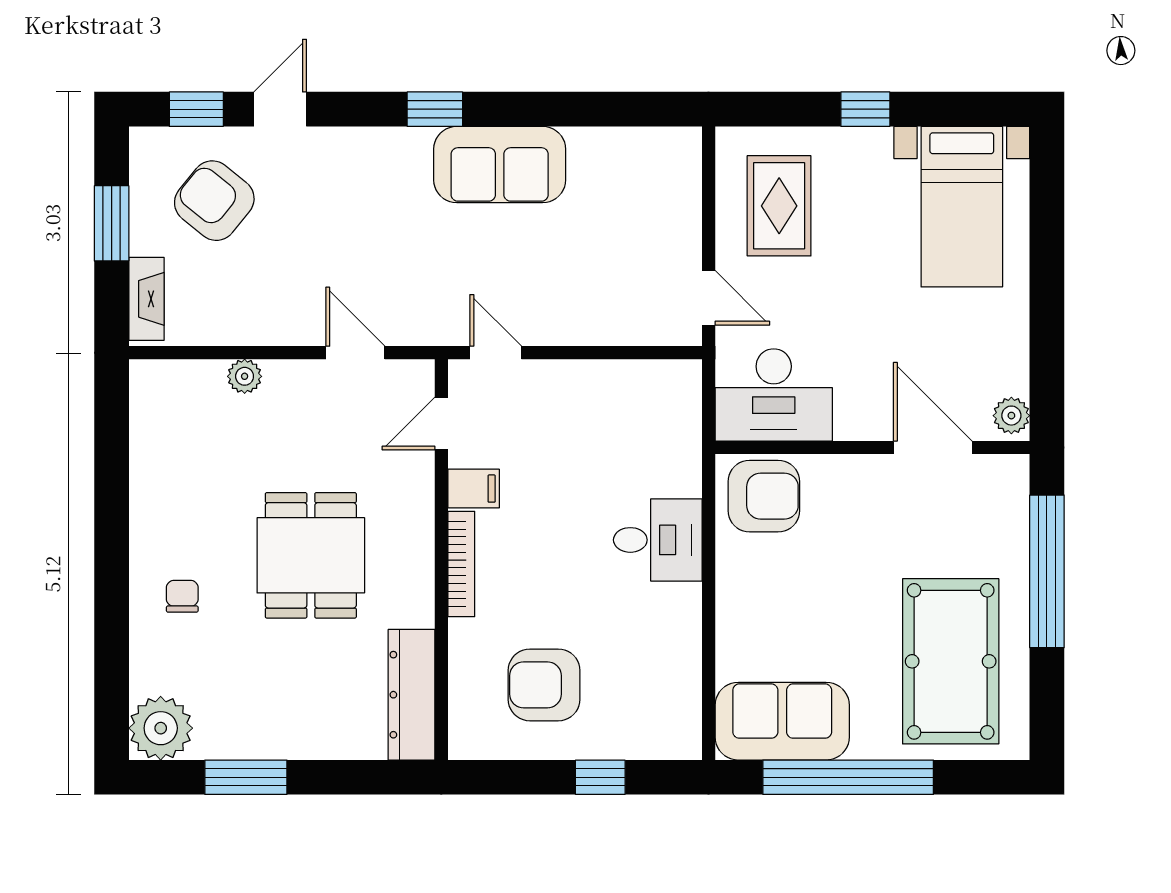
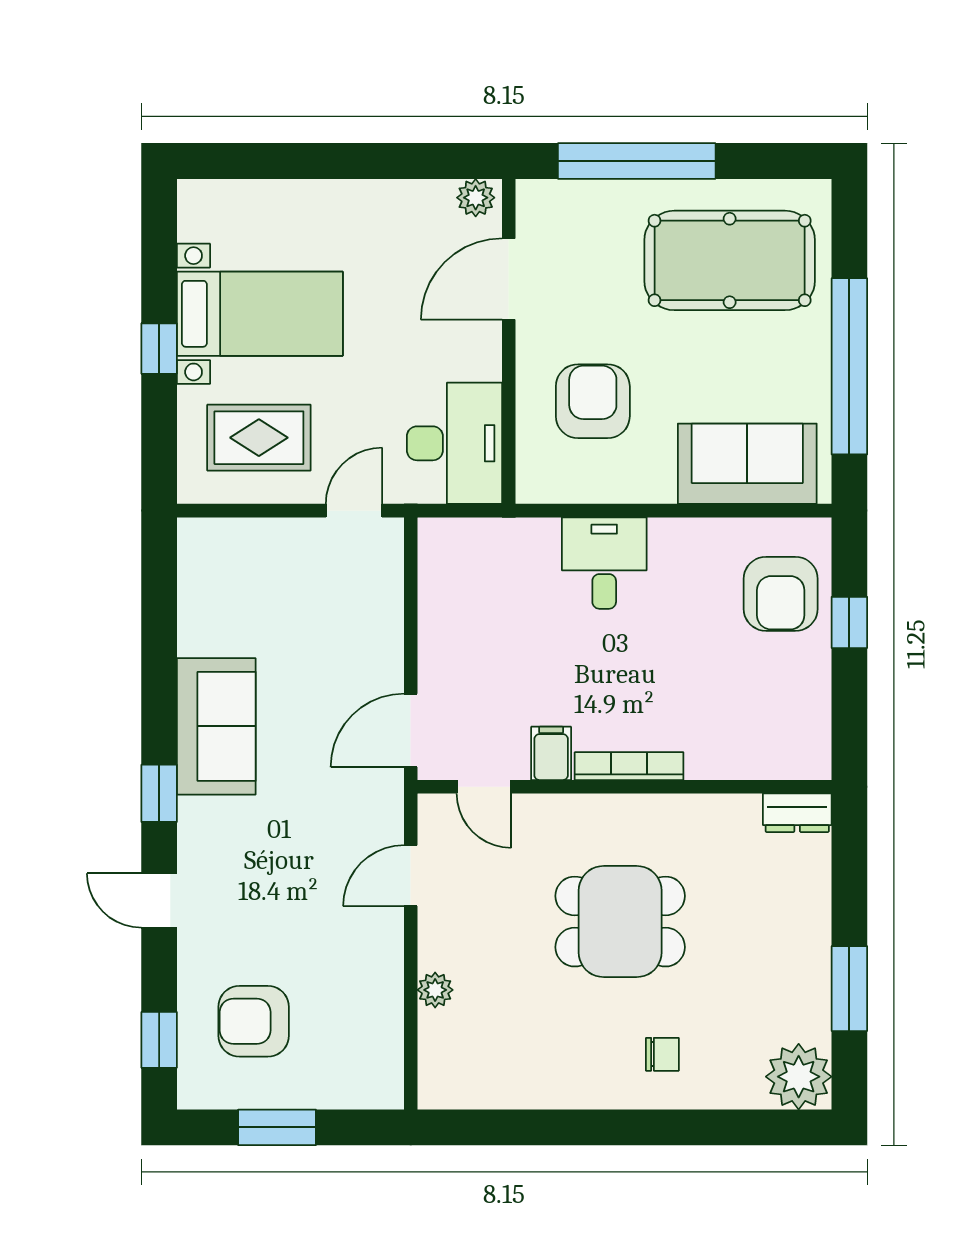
door: (280, 109) -> (159, 900), moved
armchair: (214, 201) -> (254, 1021), turned 51
bed with nightstands: (962, 207) -> (260, 314), moved
fireplace: (147, 299) -> (355, 1091), removed
door: (496, 353) -> (411, 730), width x1.38
armchair: (764, 496) -> (593, 401), moved
chair: (182, 596) -> (662, 1054), turned 180
armchair: (544, 685) -> (781, 594), moved
dresser: (412, 695) -> (797, 813), width x0.51, depth x0.80
sofa: (782, 721) -> (747, 464), moved, turned 90

